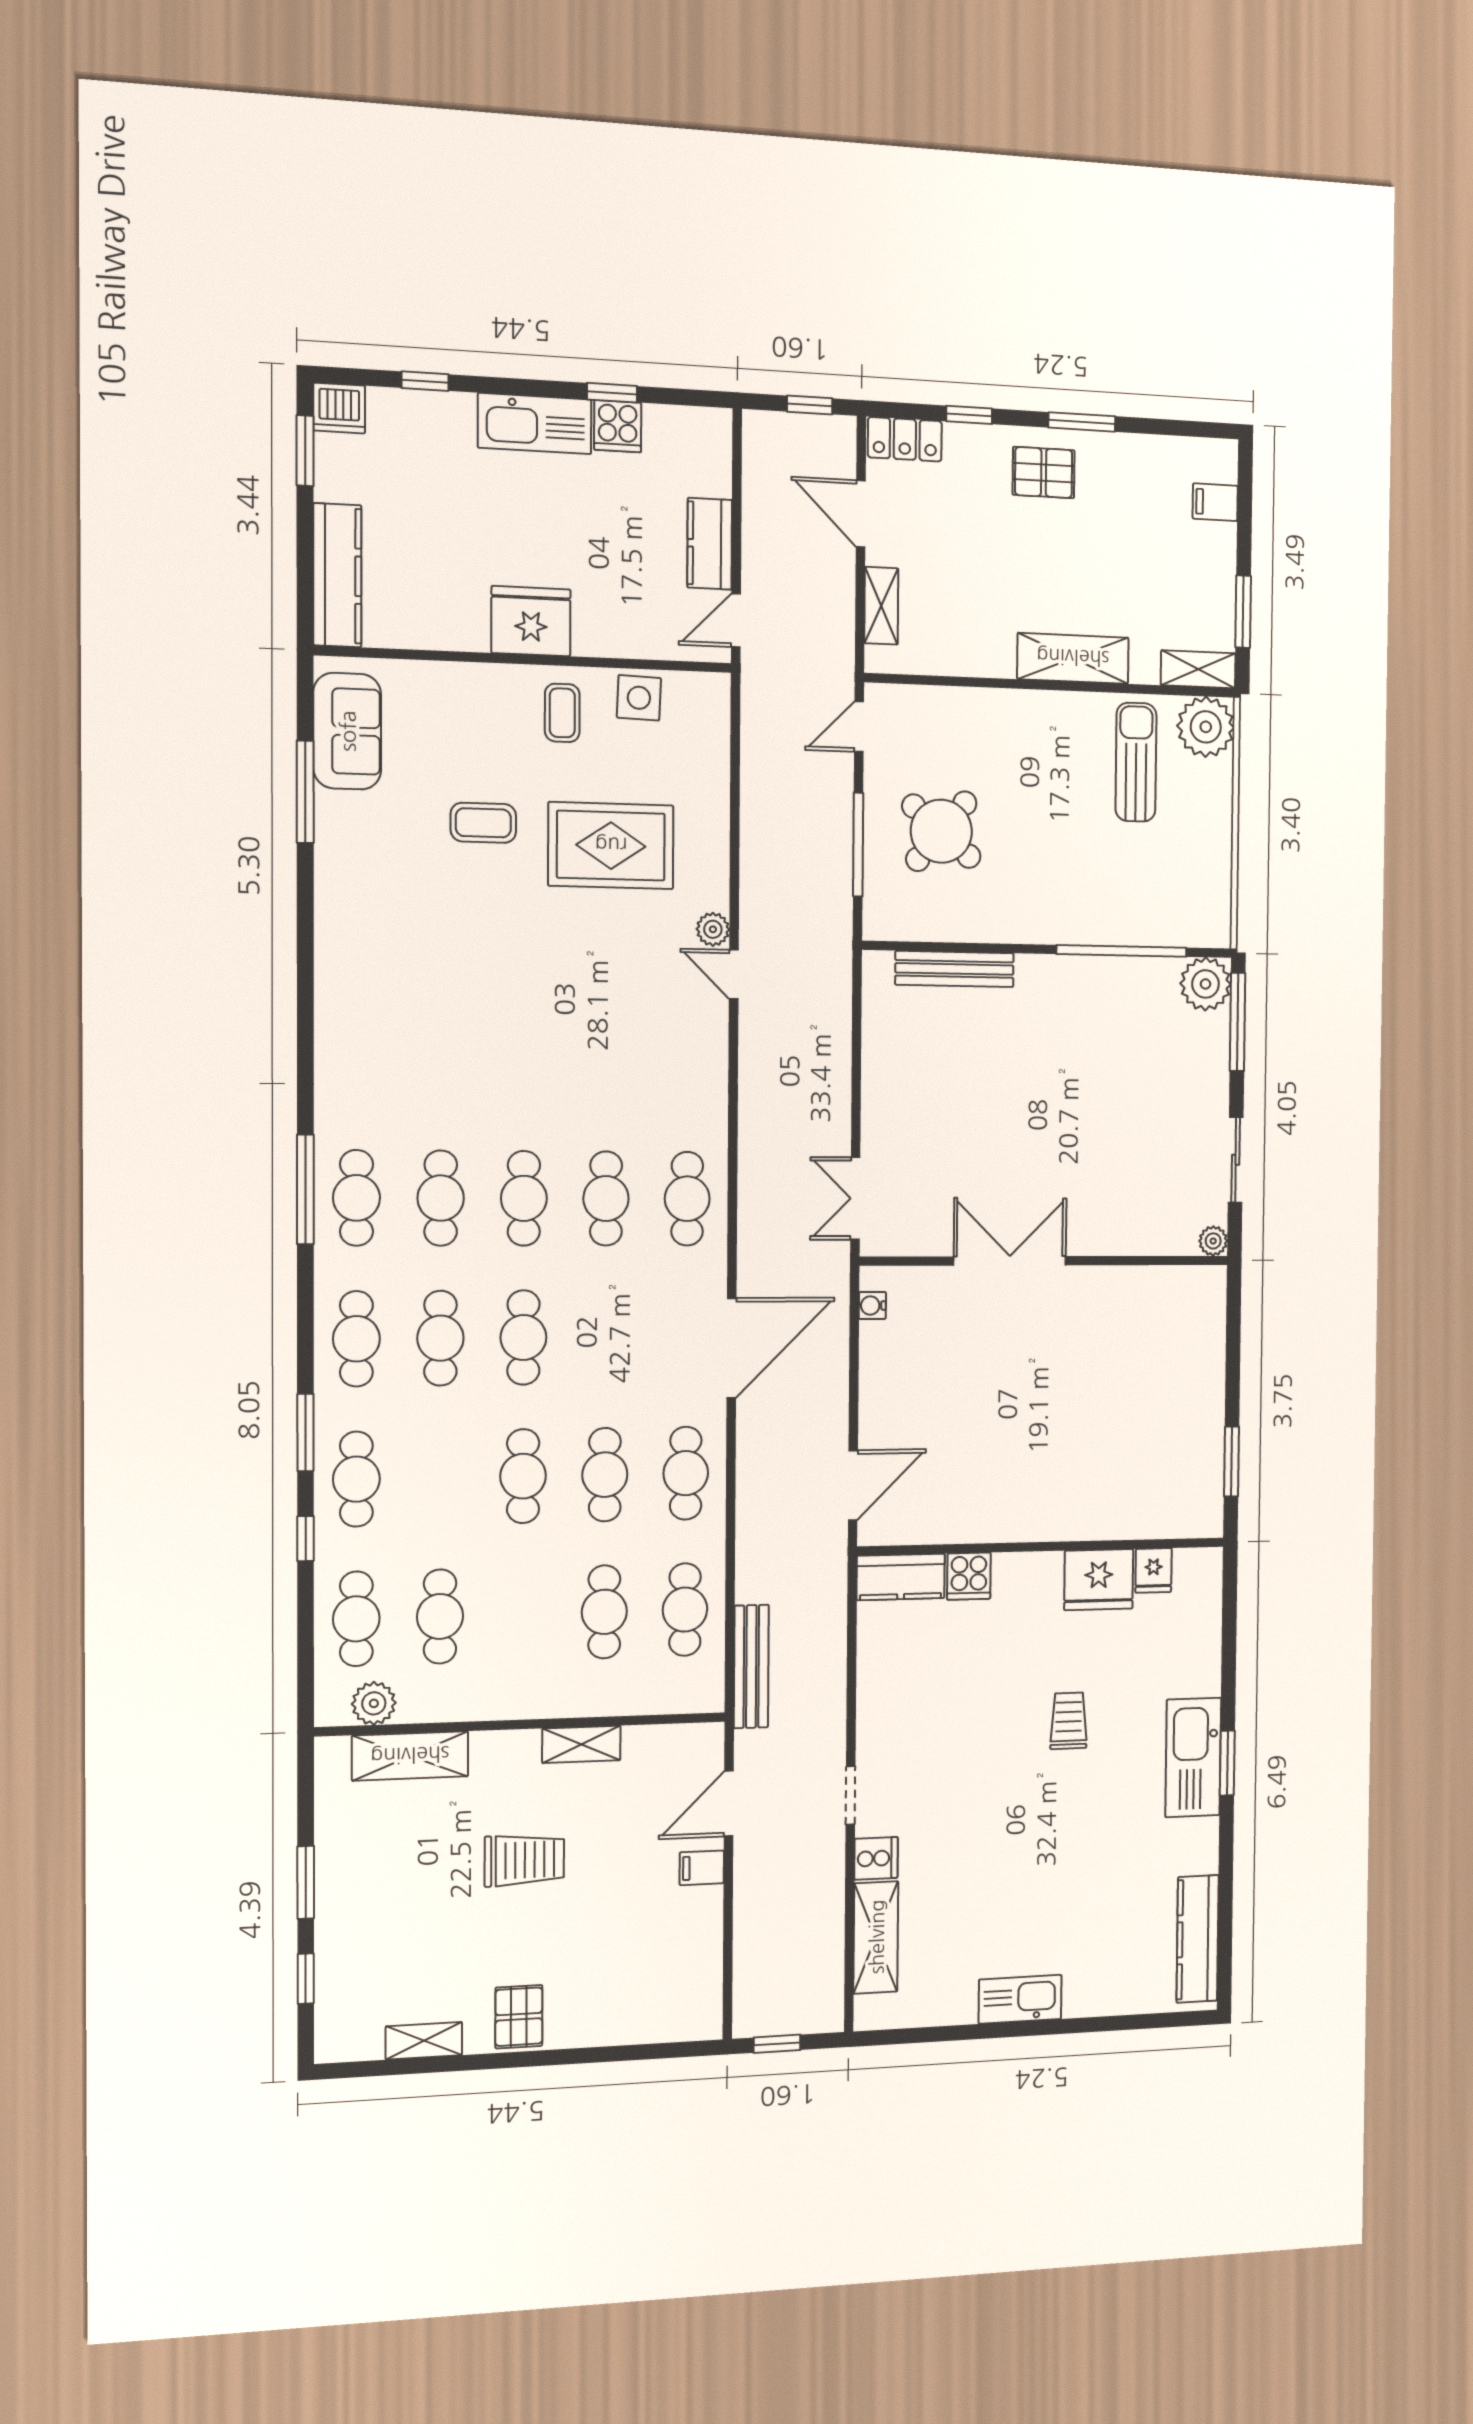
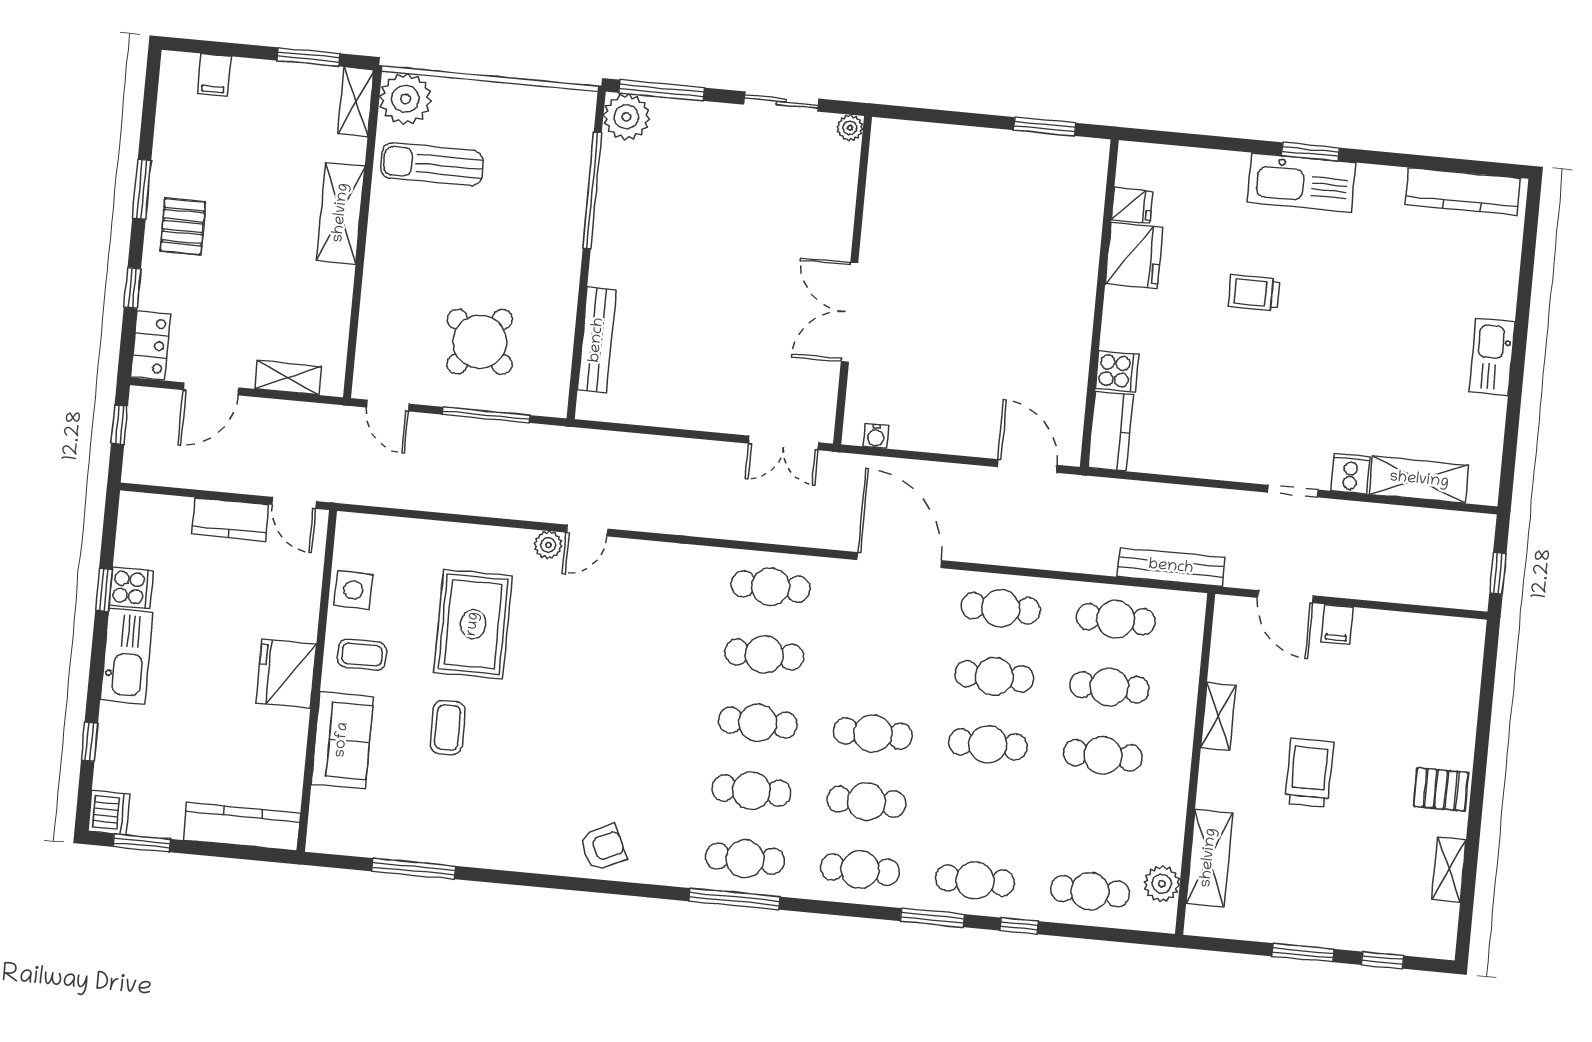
sofa: (347, 731) -> (342, 740), moved, turned 90
armchair: (354, 1023) -> (603, 847), added
cafe table: (440, 1616) -> (1103, 755), moved

